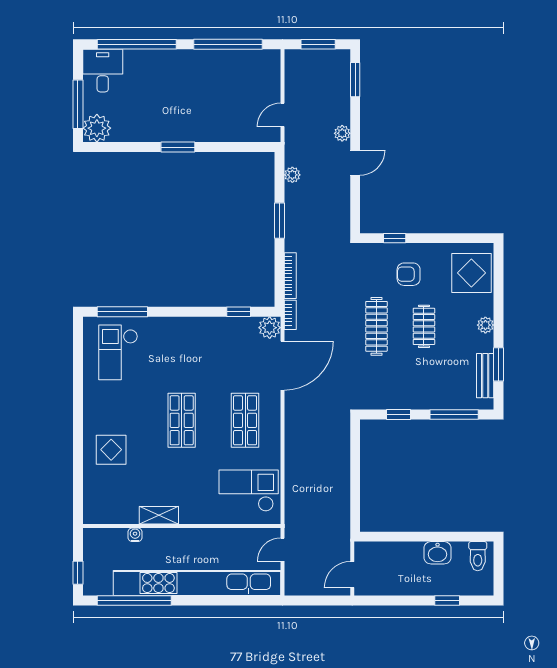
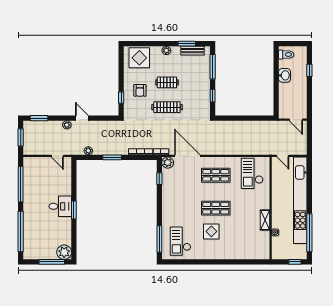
desk: (103, 71) -> (60, 206), moved, turned 180
checkout: (118, 352) -> (180, 241), turned 90
display table: (111, 450) -> (211, 231), moved

